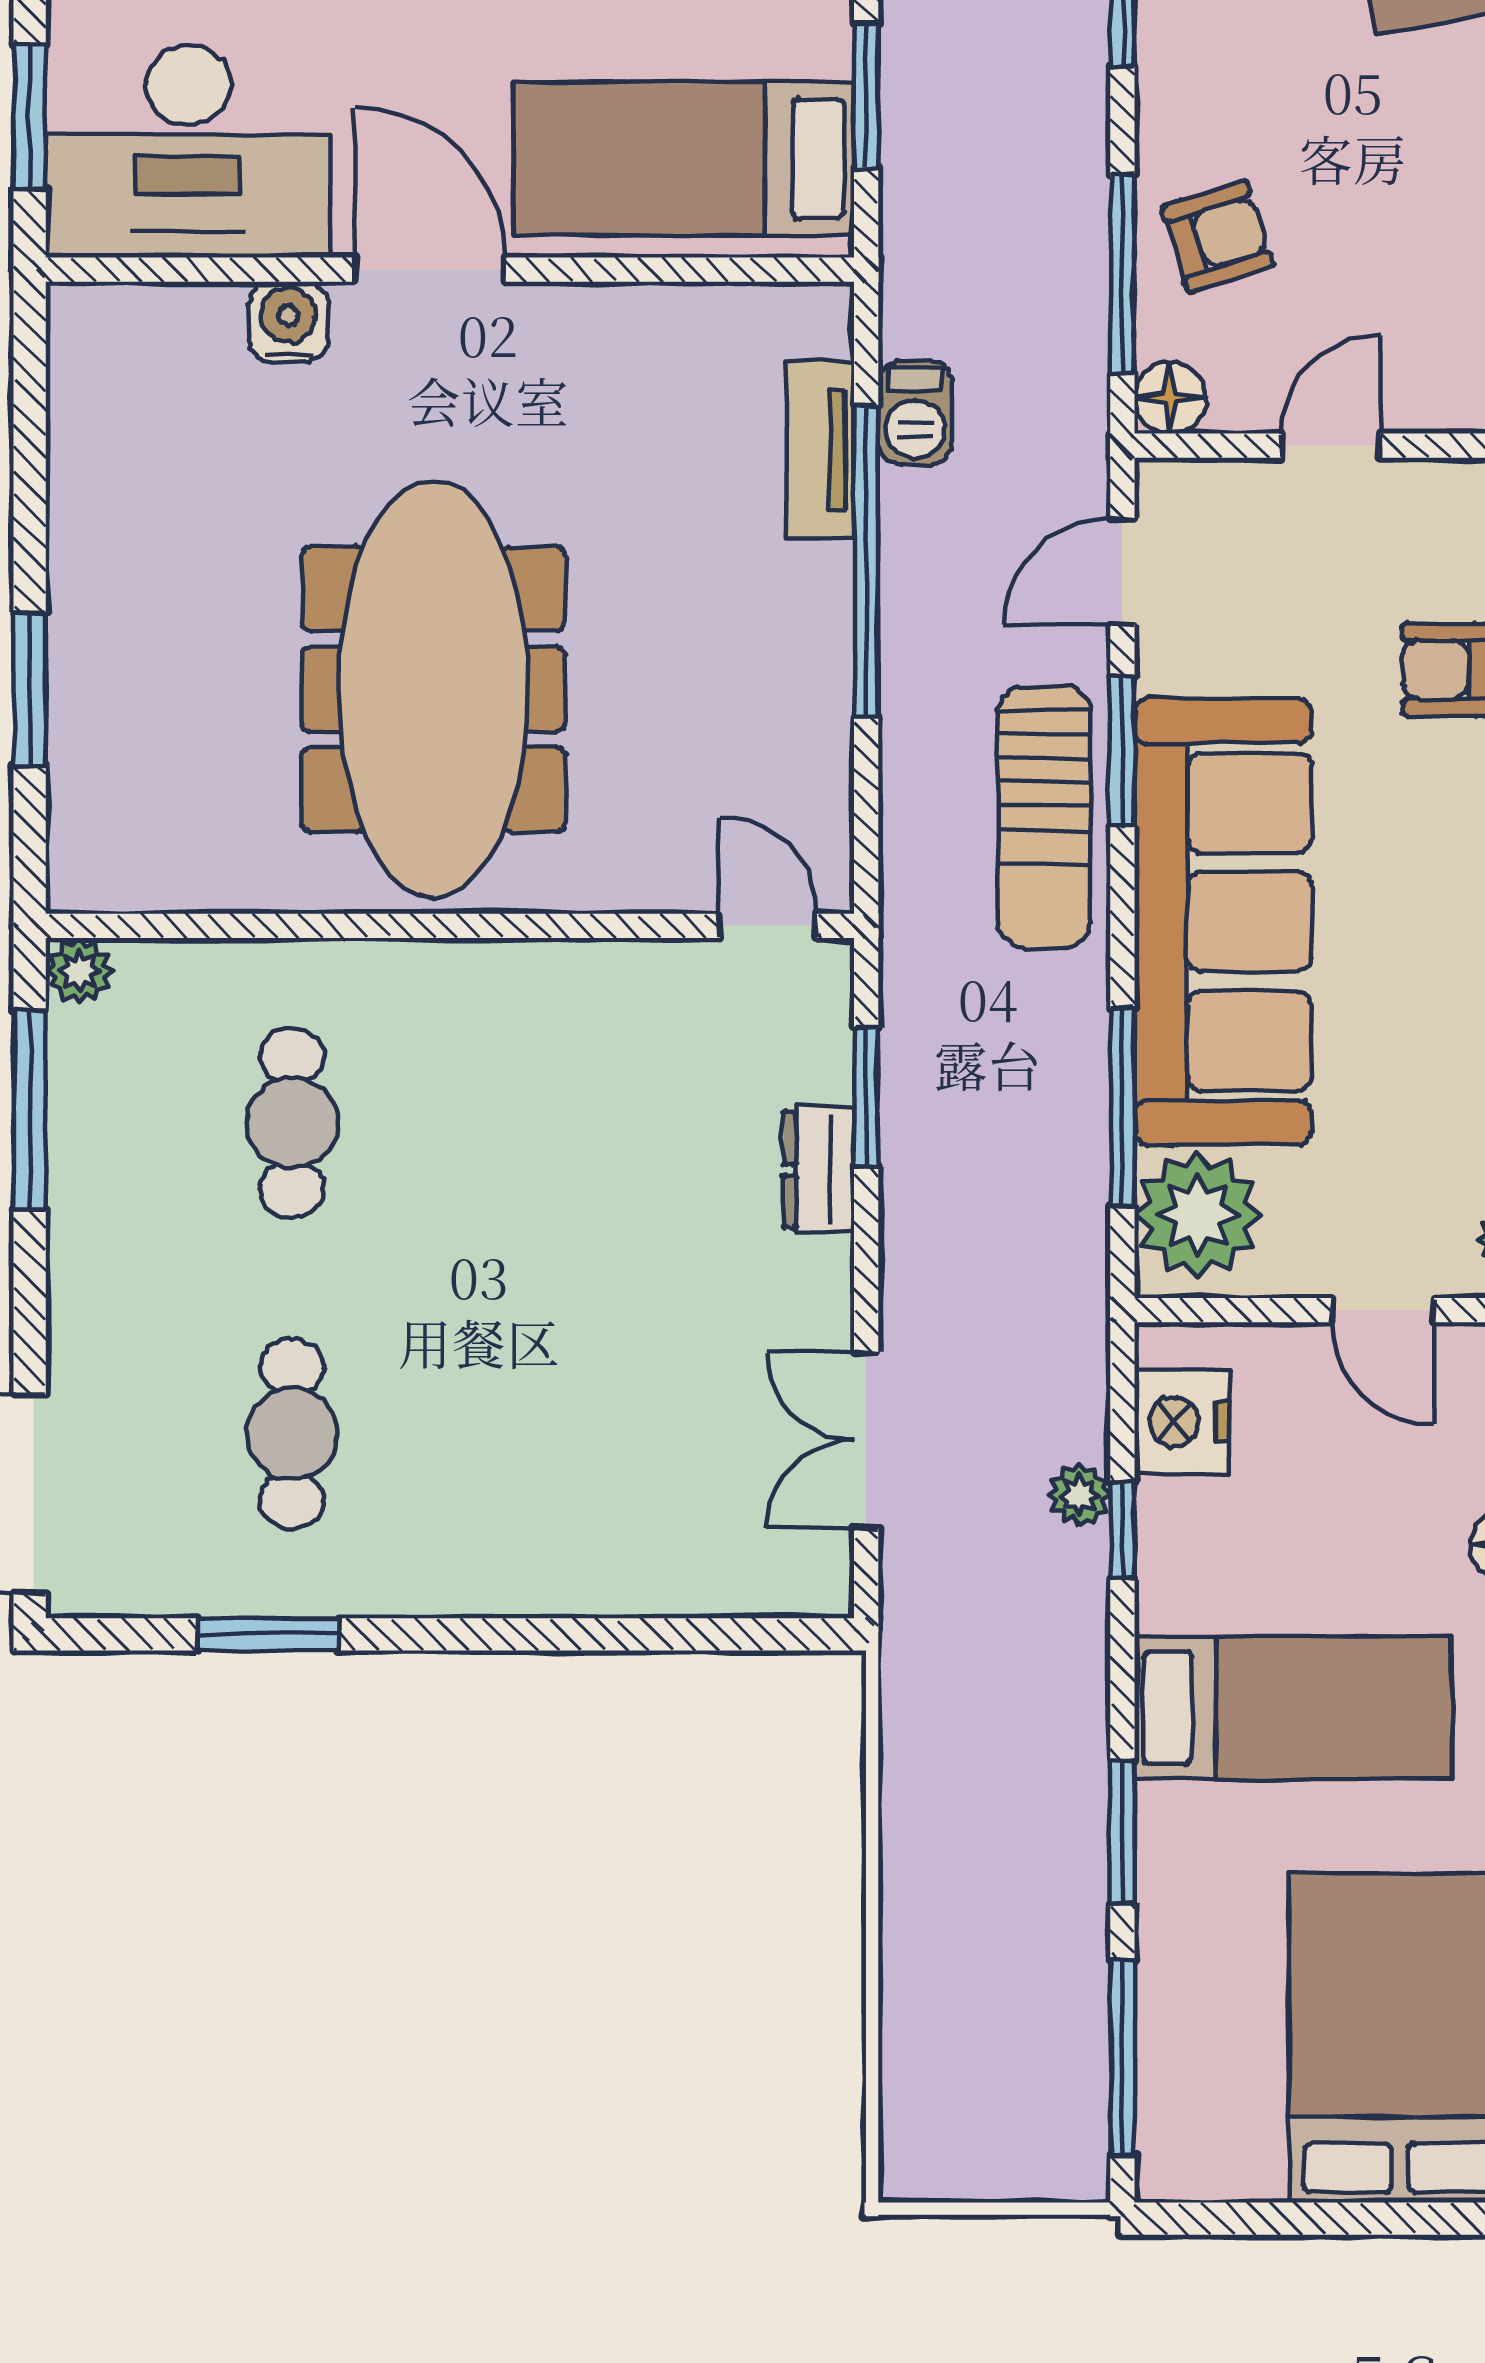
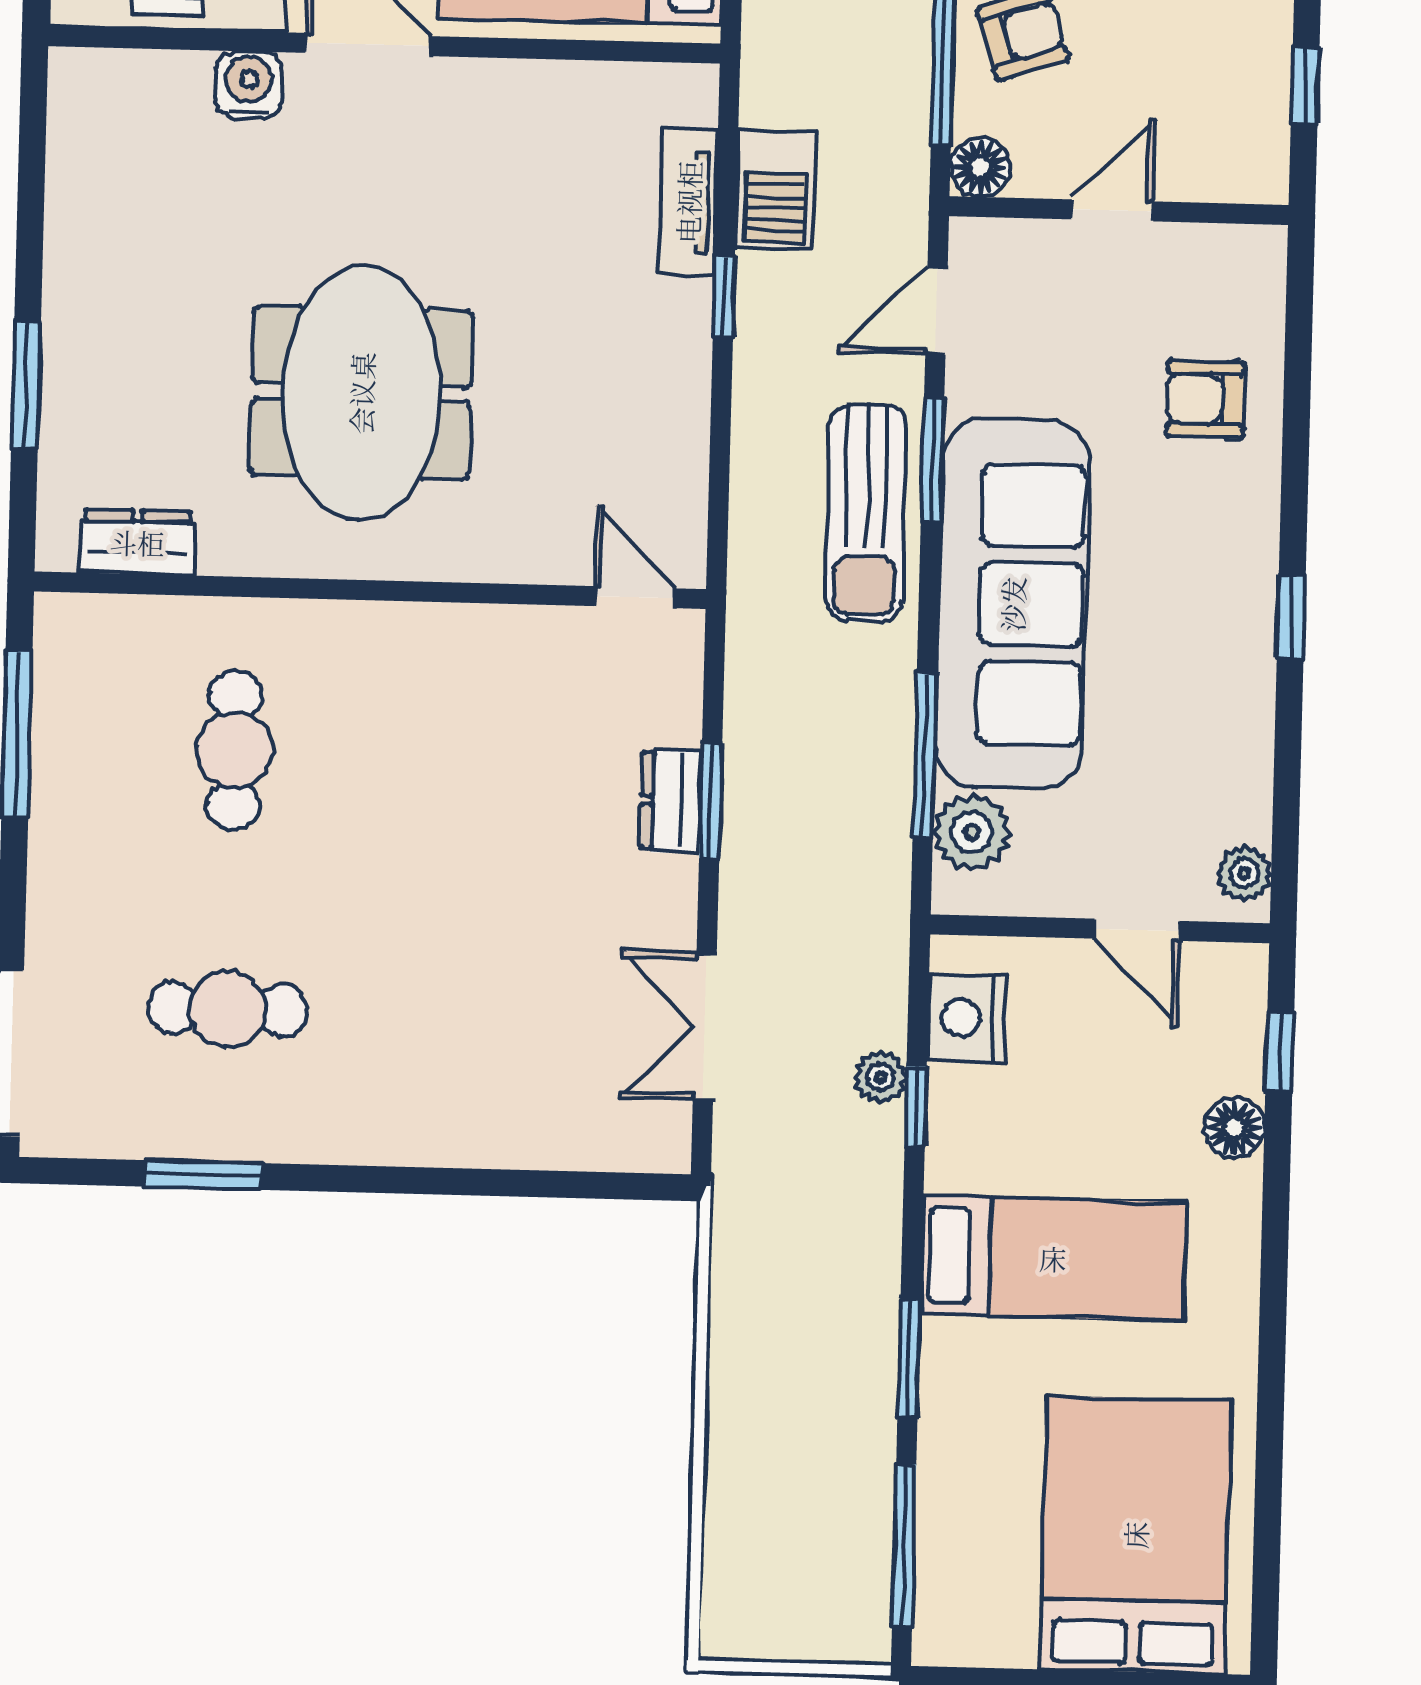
barbecue: (915, 413) -> (775, 190), width x1.38, depth x1.27
window: (866, 561) -> (724, 296), width x0.32
meeting table: (433, 689) -> (361, 393), width x0.73
dresser: (168, 875) -> (137, 542), added
plant: (80, 971) -> (61, 619), removed
window: (866, 1097) -> (711, 801), moved
plant: (1198, 1215) -> (972, 832), width x0.73, depth x0.73
cafe table: (292, 1434) -> (228, 1009), turned 90

